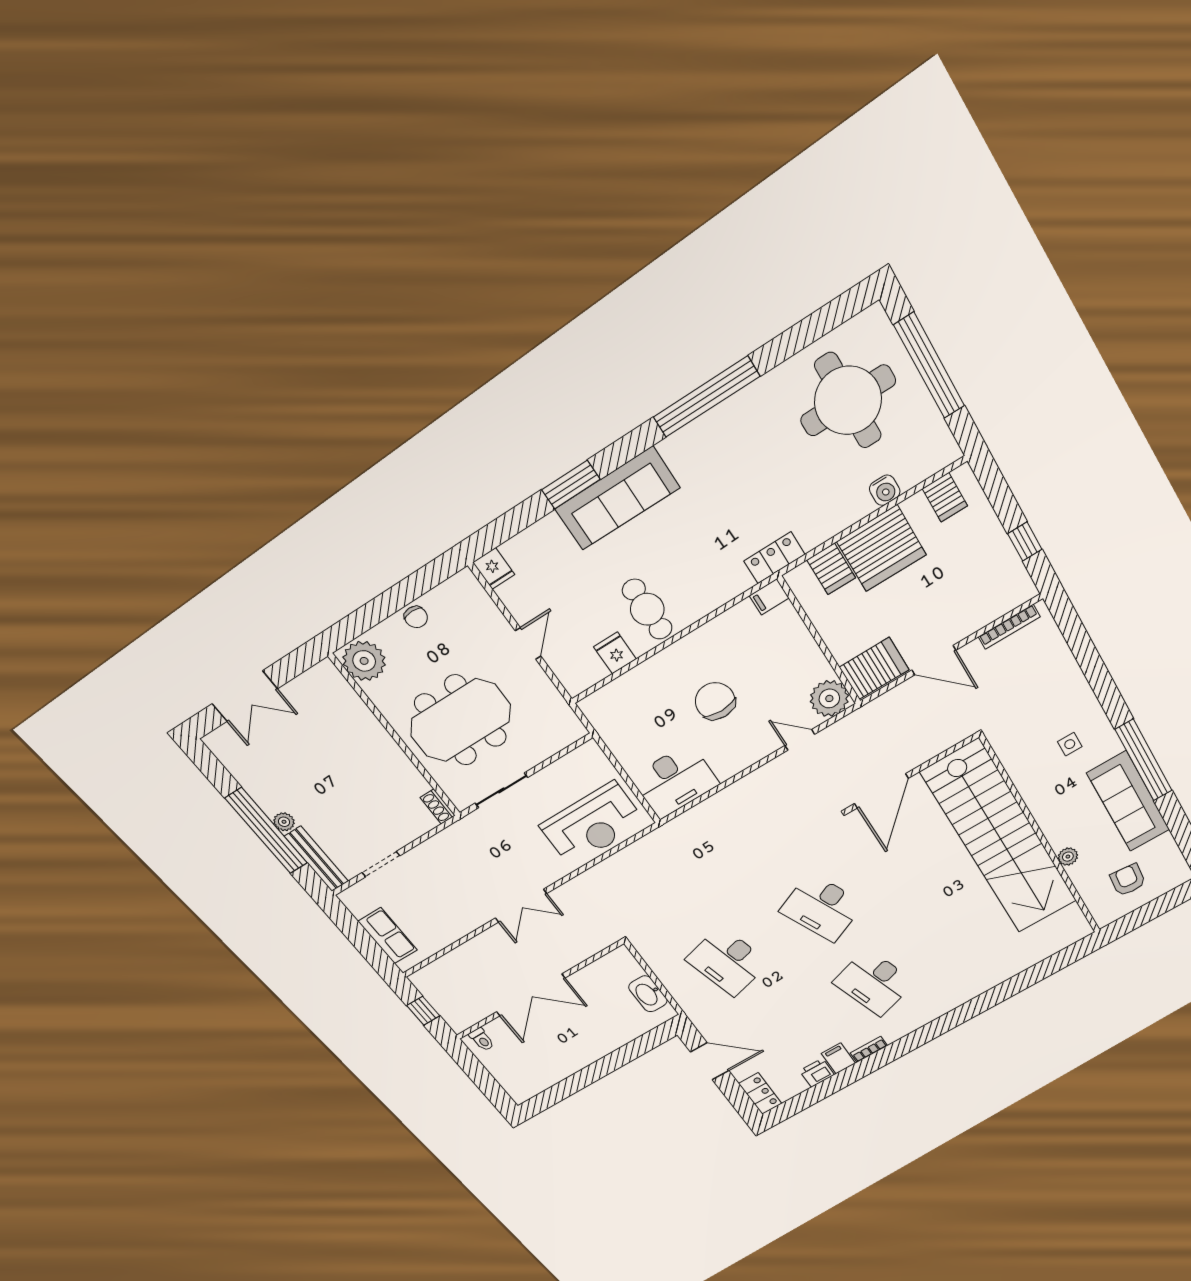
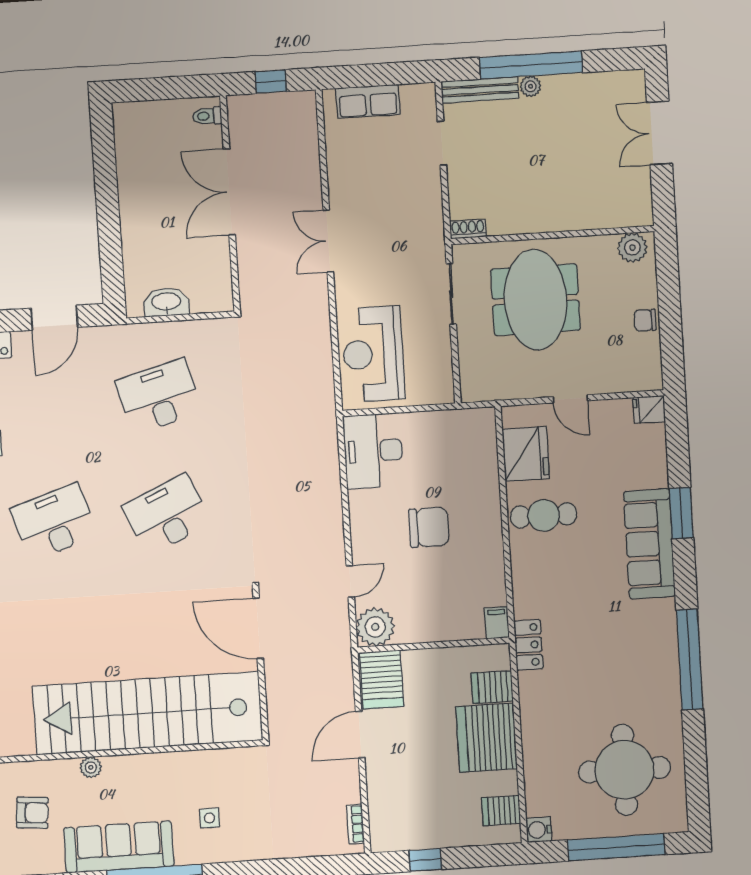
water cooler: (885, 490) -> (539, 830), moved
bookcase: (1009, 627) -> (355, 824), width x0.64
fridge: (615, 653) -> (526, 454), width x1.88, depth x1.34
plant: (364, 661) -> (632, 248), width x0.73, depth x0.73

